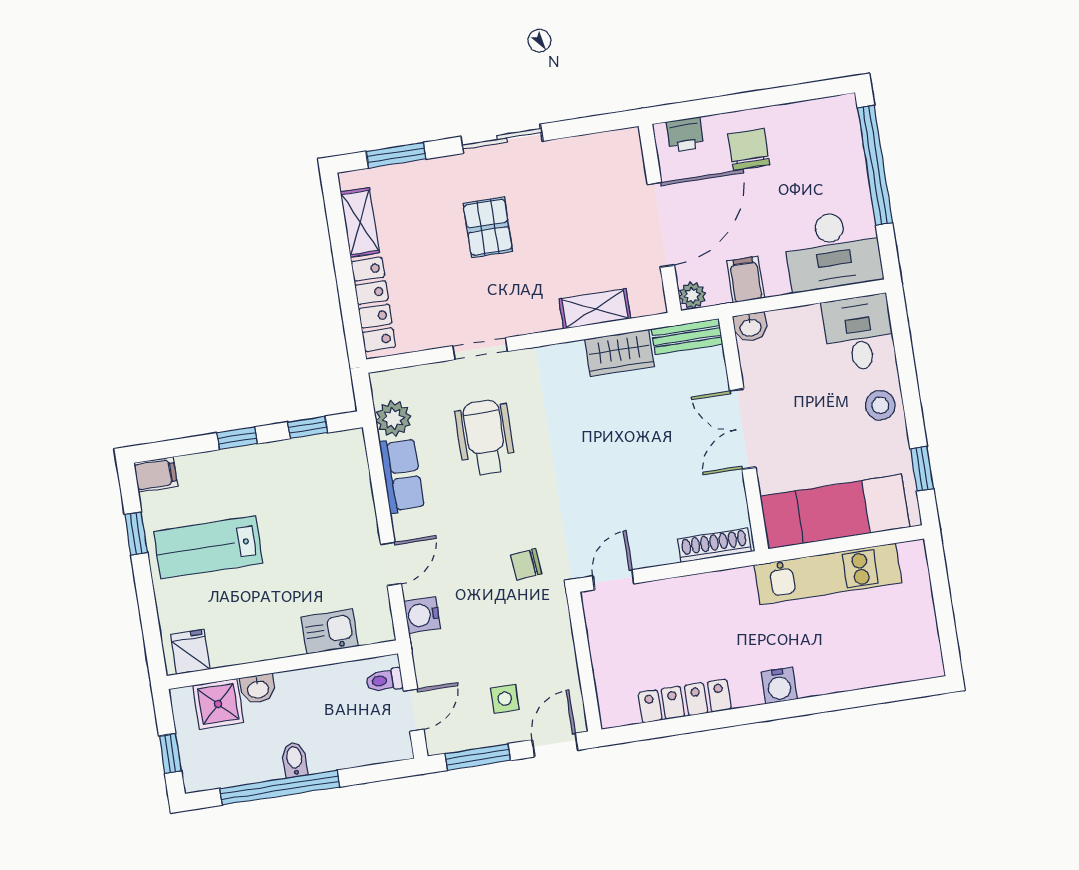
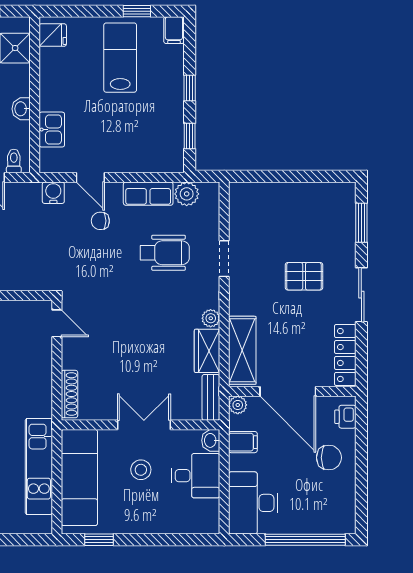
shelving: (360, 222) -> (320, 192), removed
locker: (373, 304) -> (345, 355), moved, turned 90
shelving: (595, 309) -> (242, 350), width x1.50, depth x1.33
desk: (859, 333) -> (196, 476), moved
plant: (571, 355) -> (211, 318), added
stool: (880, 405) -> (141, 470), moved
chair: (526, 564) -> (100, 221), moved, turned -85
washbasin: (258, 689) -> (21, 109), moved

